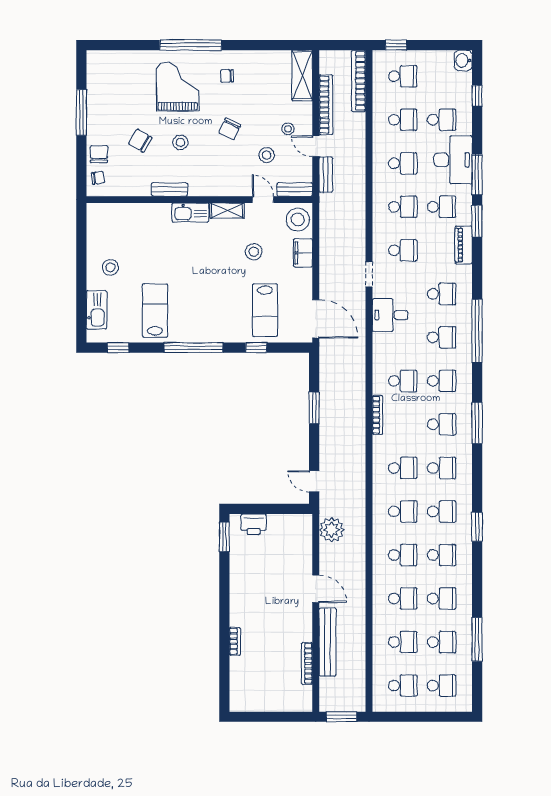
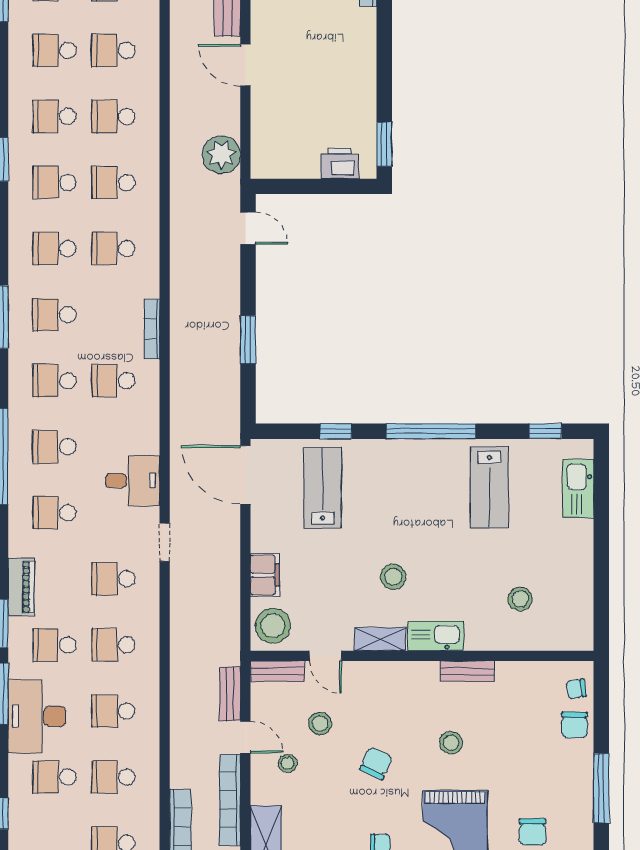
chair: (140, 141) -> (533, 832), moved, turned 59
stool: (254, 252) -> (393, 577), moved
stool: (110, 267) -> (520, 599), moved

